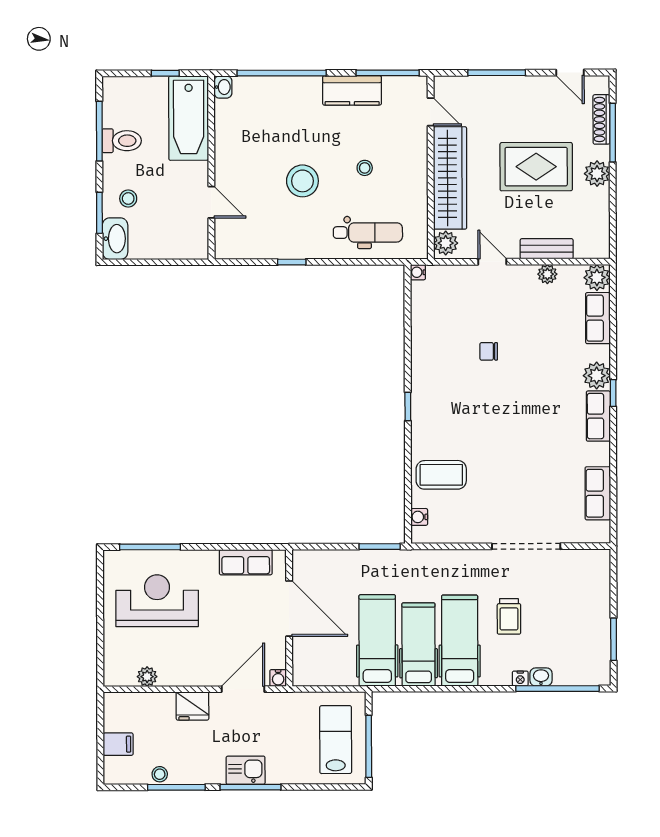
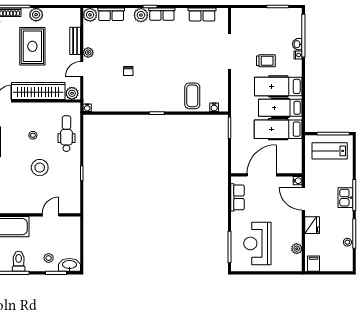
plant: (547, 274) -> (88, 53), moved
filing cabinet: (118, 744) -> (314, 264), moved

